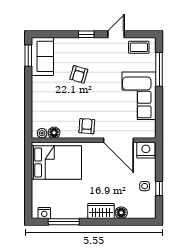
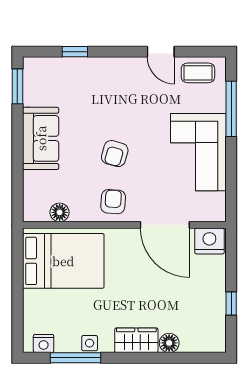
window: (86, 34) -> (75, 52), moved
door: (116, 34) -> (161, 52), swing flipped
sofa: (42, 56) -> (41, 138), moved
armchair: (79, 74) -> (115, 154), moved
plant: (42, 133) -> (40, 213), removed
side table: (145, 186) -> (90, 343), moved

